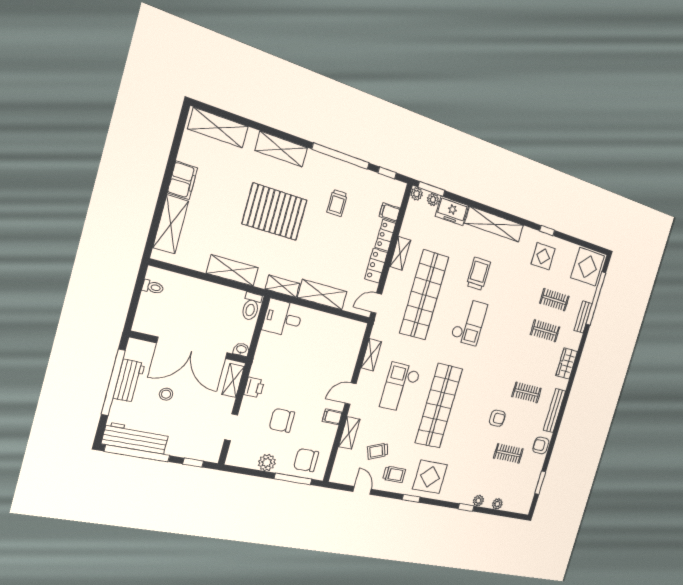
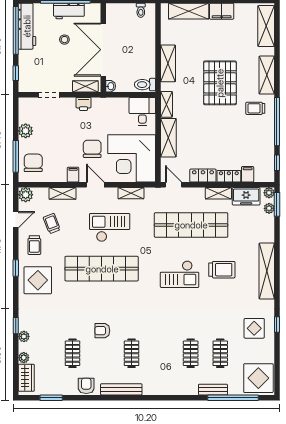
trolley: (337, 203) -> (255, 108), moved
freezer: (452, 211) -> (246, 196), moved, turned -90
corner desk: (333, 344) -> (132, 158), added
wardrobe: (567, 363) -> (26, 378), moved, turned 90
armchair: (497, 418) -> (102, 331), turned 90
chair: (282, 420) -> (92, 149), moved
plant: (339, 475) -> (26, 195), added

